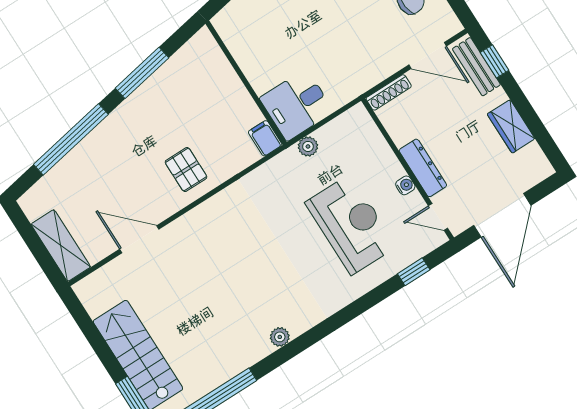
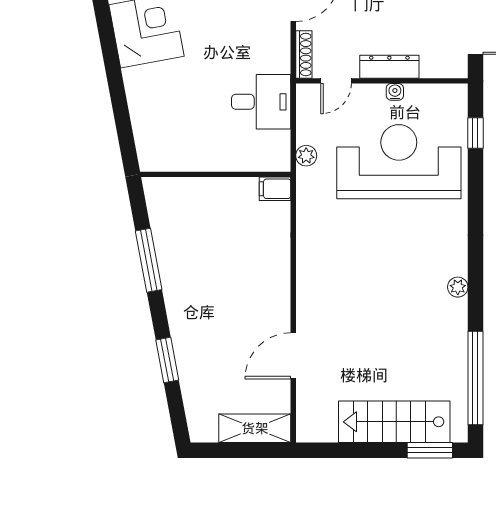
desk: (297, 105) -> (261, 102), moved, turned -90
window: (71, 139) -> (167, 360), width x0.47
pallet: (186, 170) -> (258, 276), removed
door: (438, 217) -> (336, 81), moved
reception desk: (351, 225) -> (399, 162), width x1.36, depth x1.30

